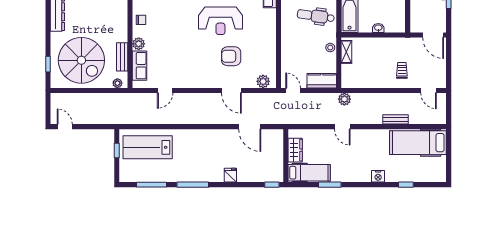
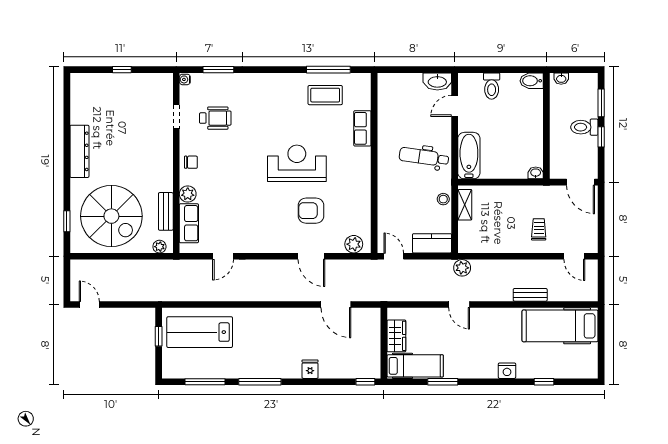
reception desk: (220, 21) -> (297, 163), turned 180
washbasin: (378, 28) -> (536, 173), moved

